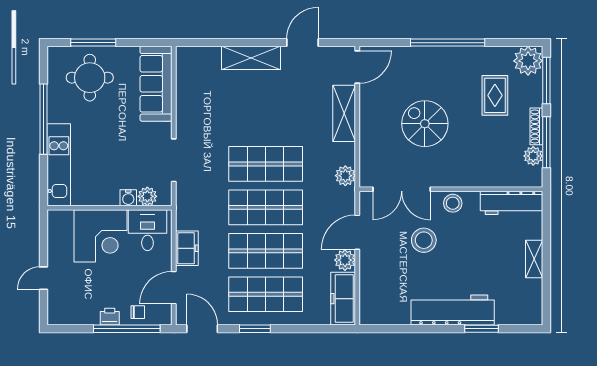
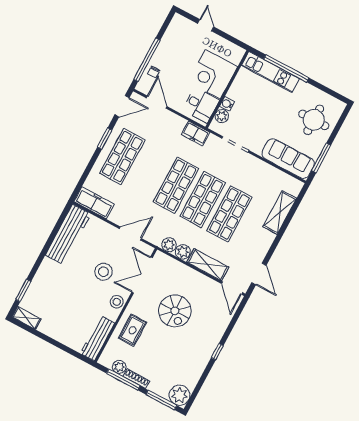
window: (93, 43) -> (321, 158), moved
door: (303, 43) -> (259, 274), moved
window: (448, 43) -> (217, 352), width x0.32
shelving: (251, 58) -> (280, 212), moved
rug: (495, 95) -> (132, 330), moved, turned 90
window: (43, 119) -> (286, 68), moved
spiral stairs: (425, 124) -> (175, 311), turned 90
door: (357, 232) -> (130, 234), hinge flipped
freezer: (187, 248) -> (196, 133), moved
shop shelf: (266, 251) -> (229, 214), moved
shelving: (534, 259) -> (26, 318), moved
plant: (345, 260) -> (183, 252), moved
workbench: (453, 310) -> (68, 234), moved
printer: (110, 317) -> (160, 53), removed
window: (481, 329) -> (23, 290), moved

